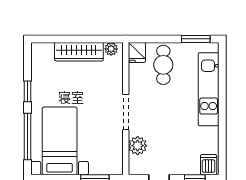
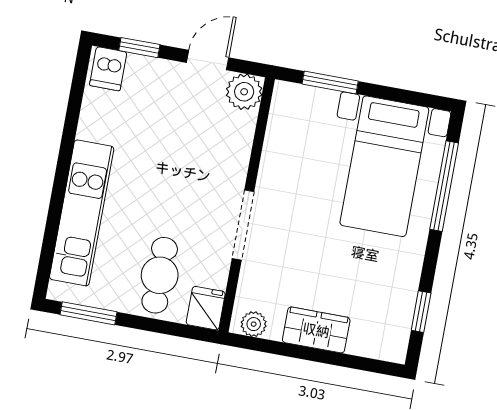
wardrobe: (79, 52) -> (316, 330), width x0.67
window: (27, 91) -> (421, 312), moved
doorway: (126, 112) -> (243, 225), moved
plant: (138, 146) -> (244, 92), moved

